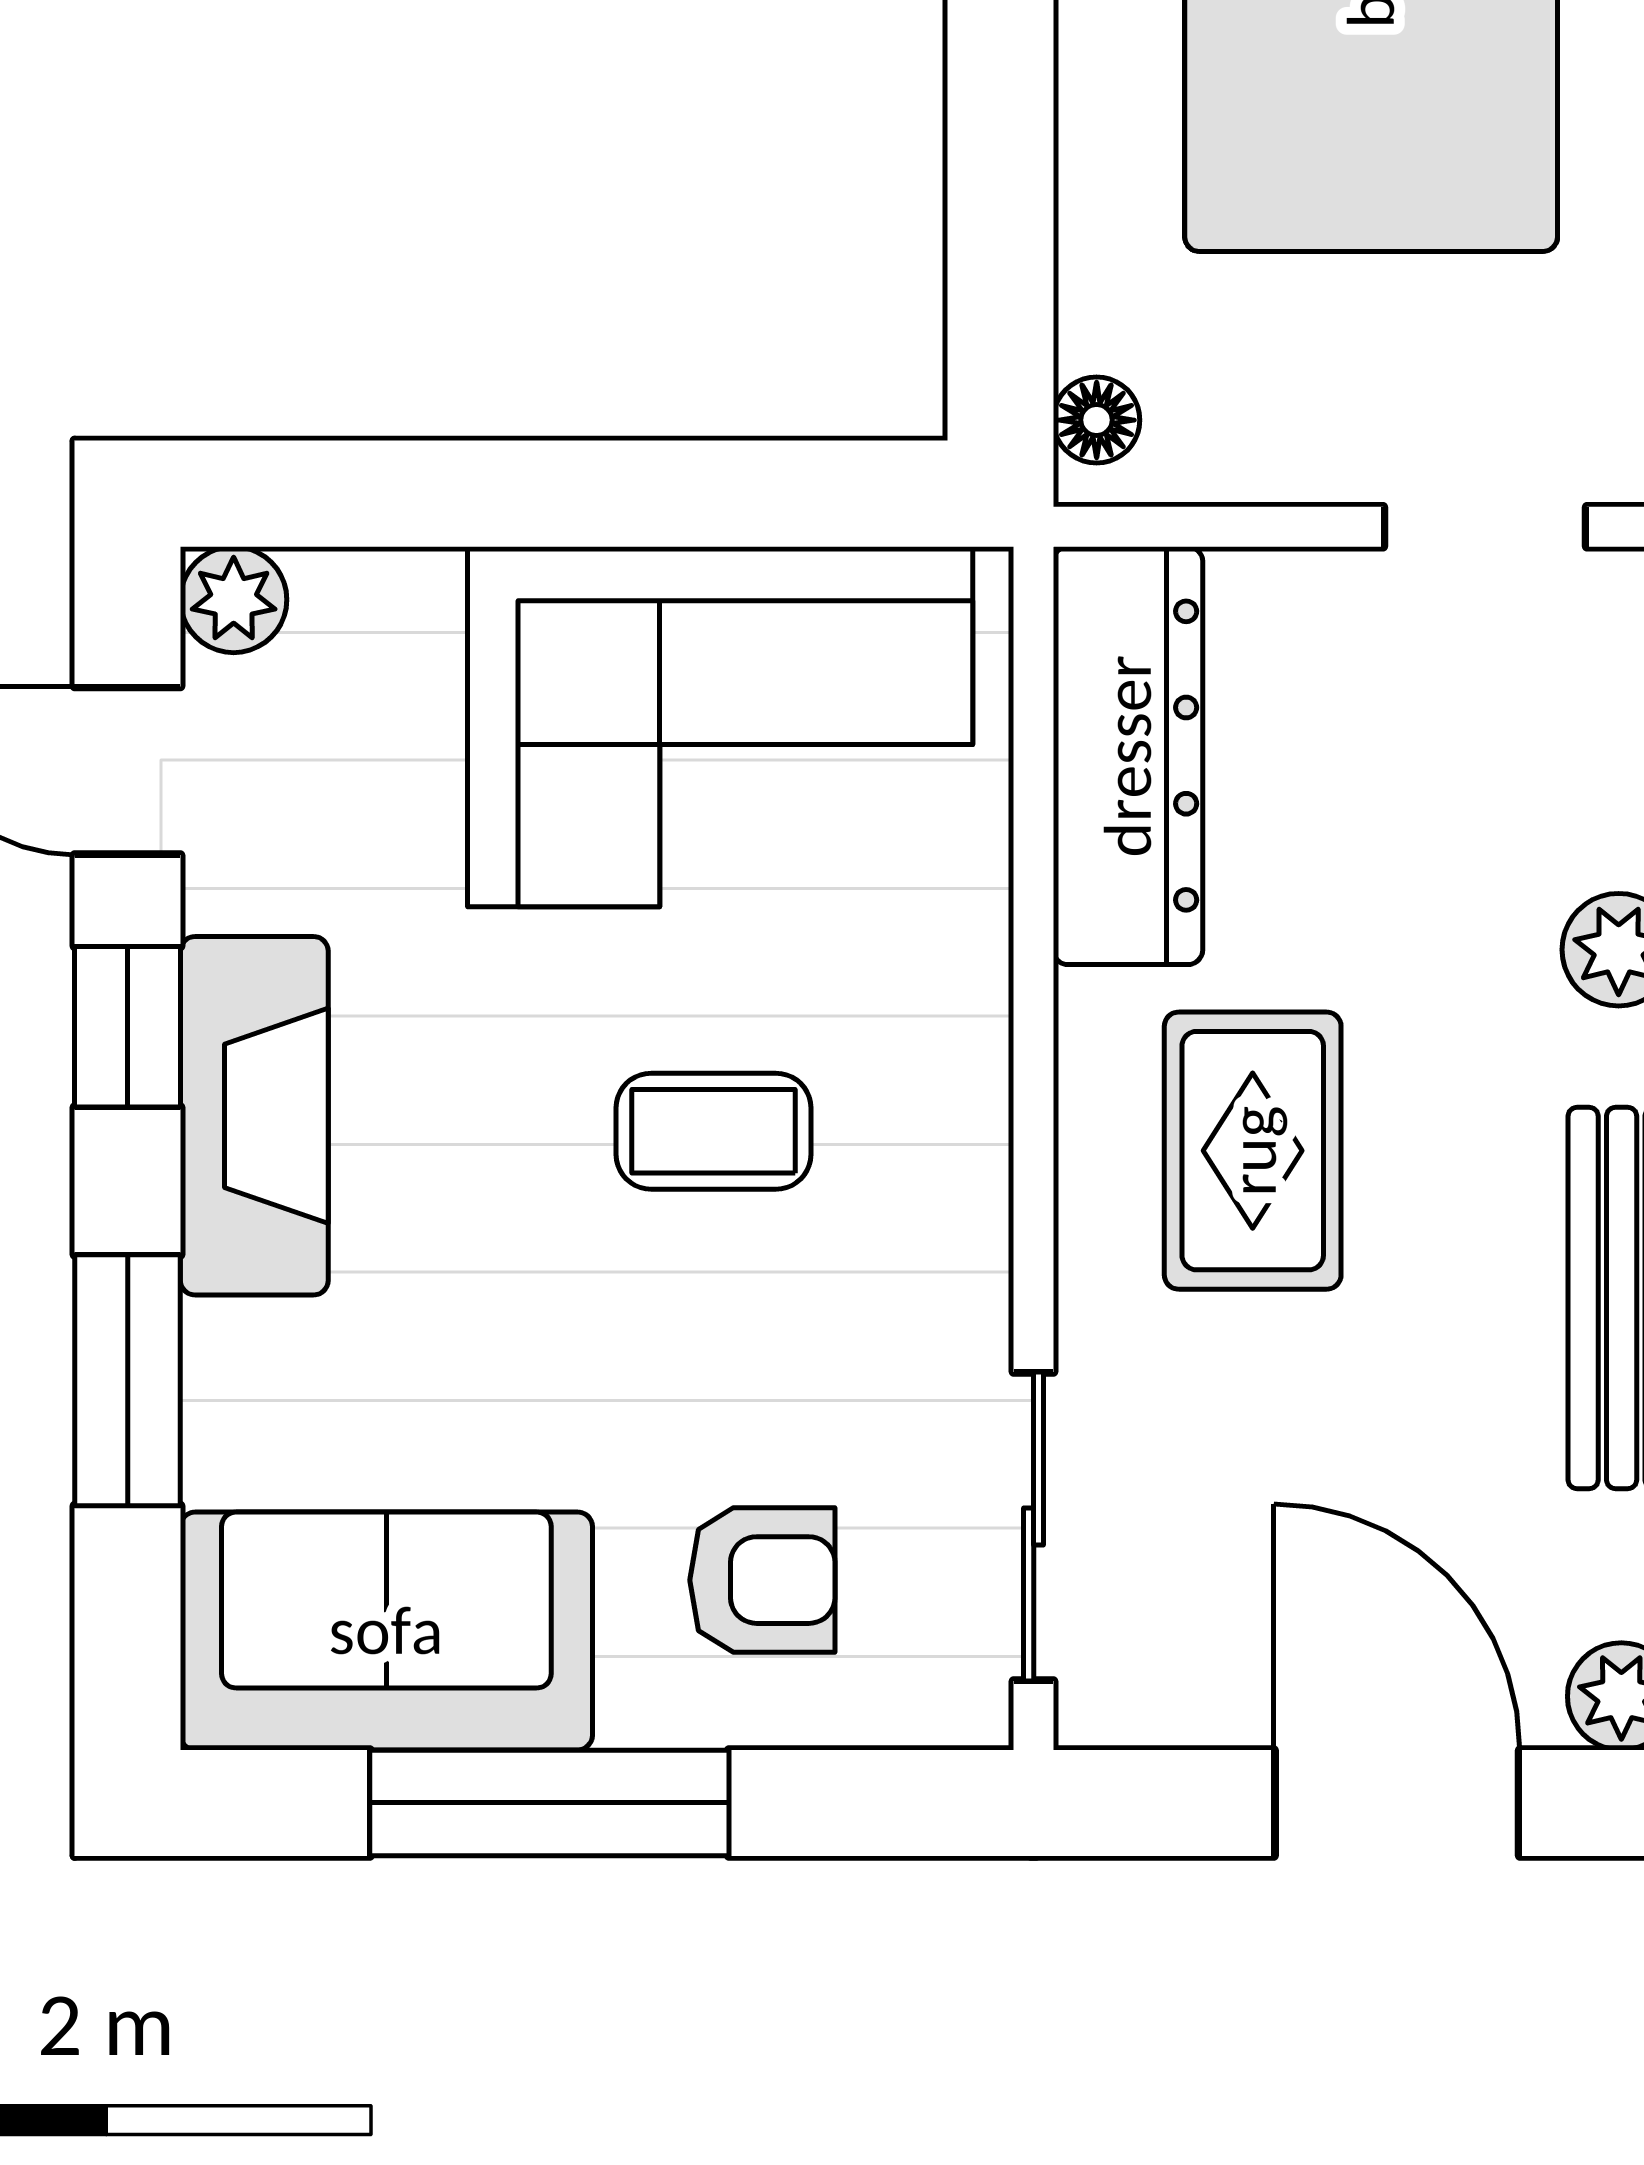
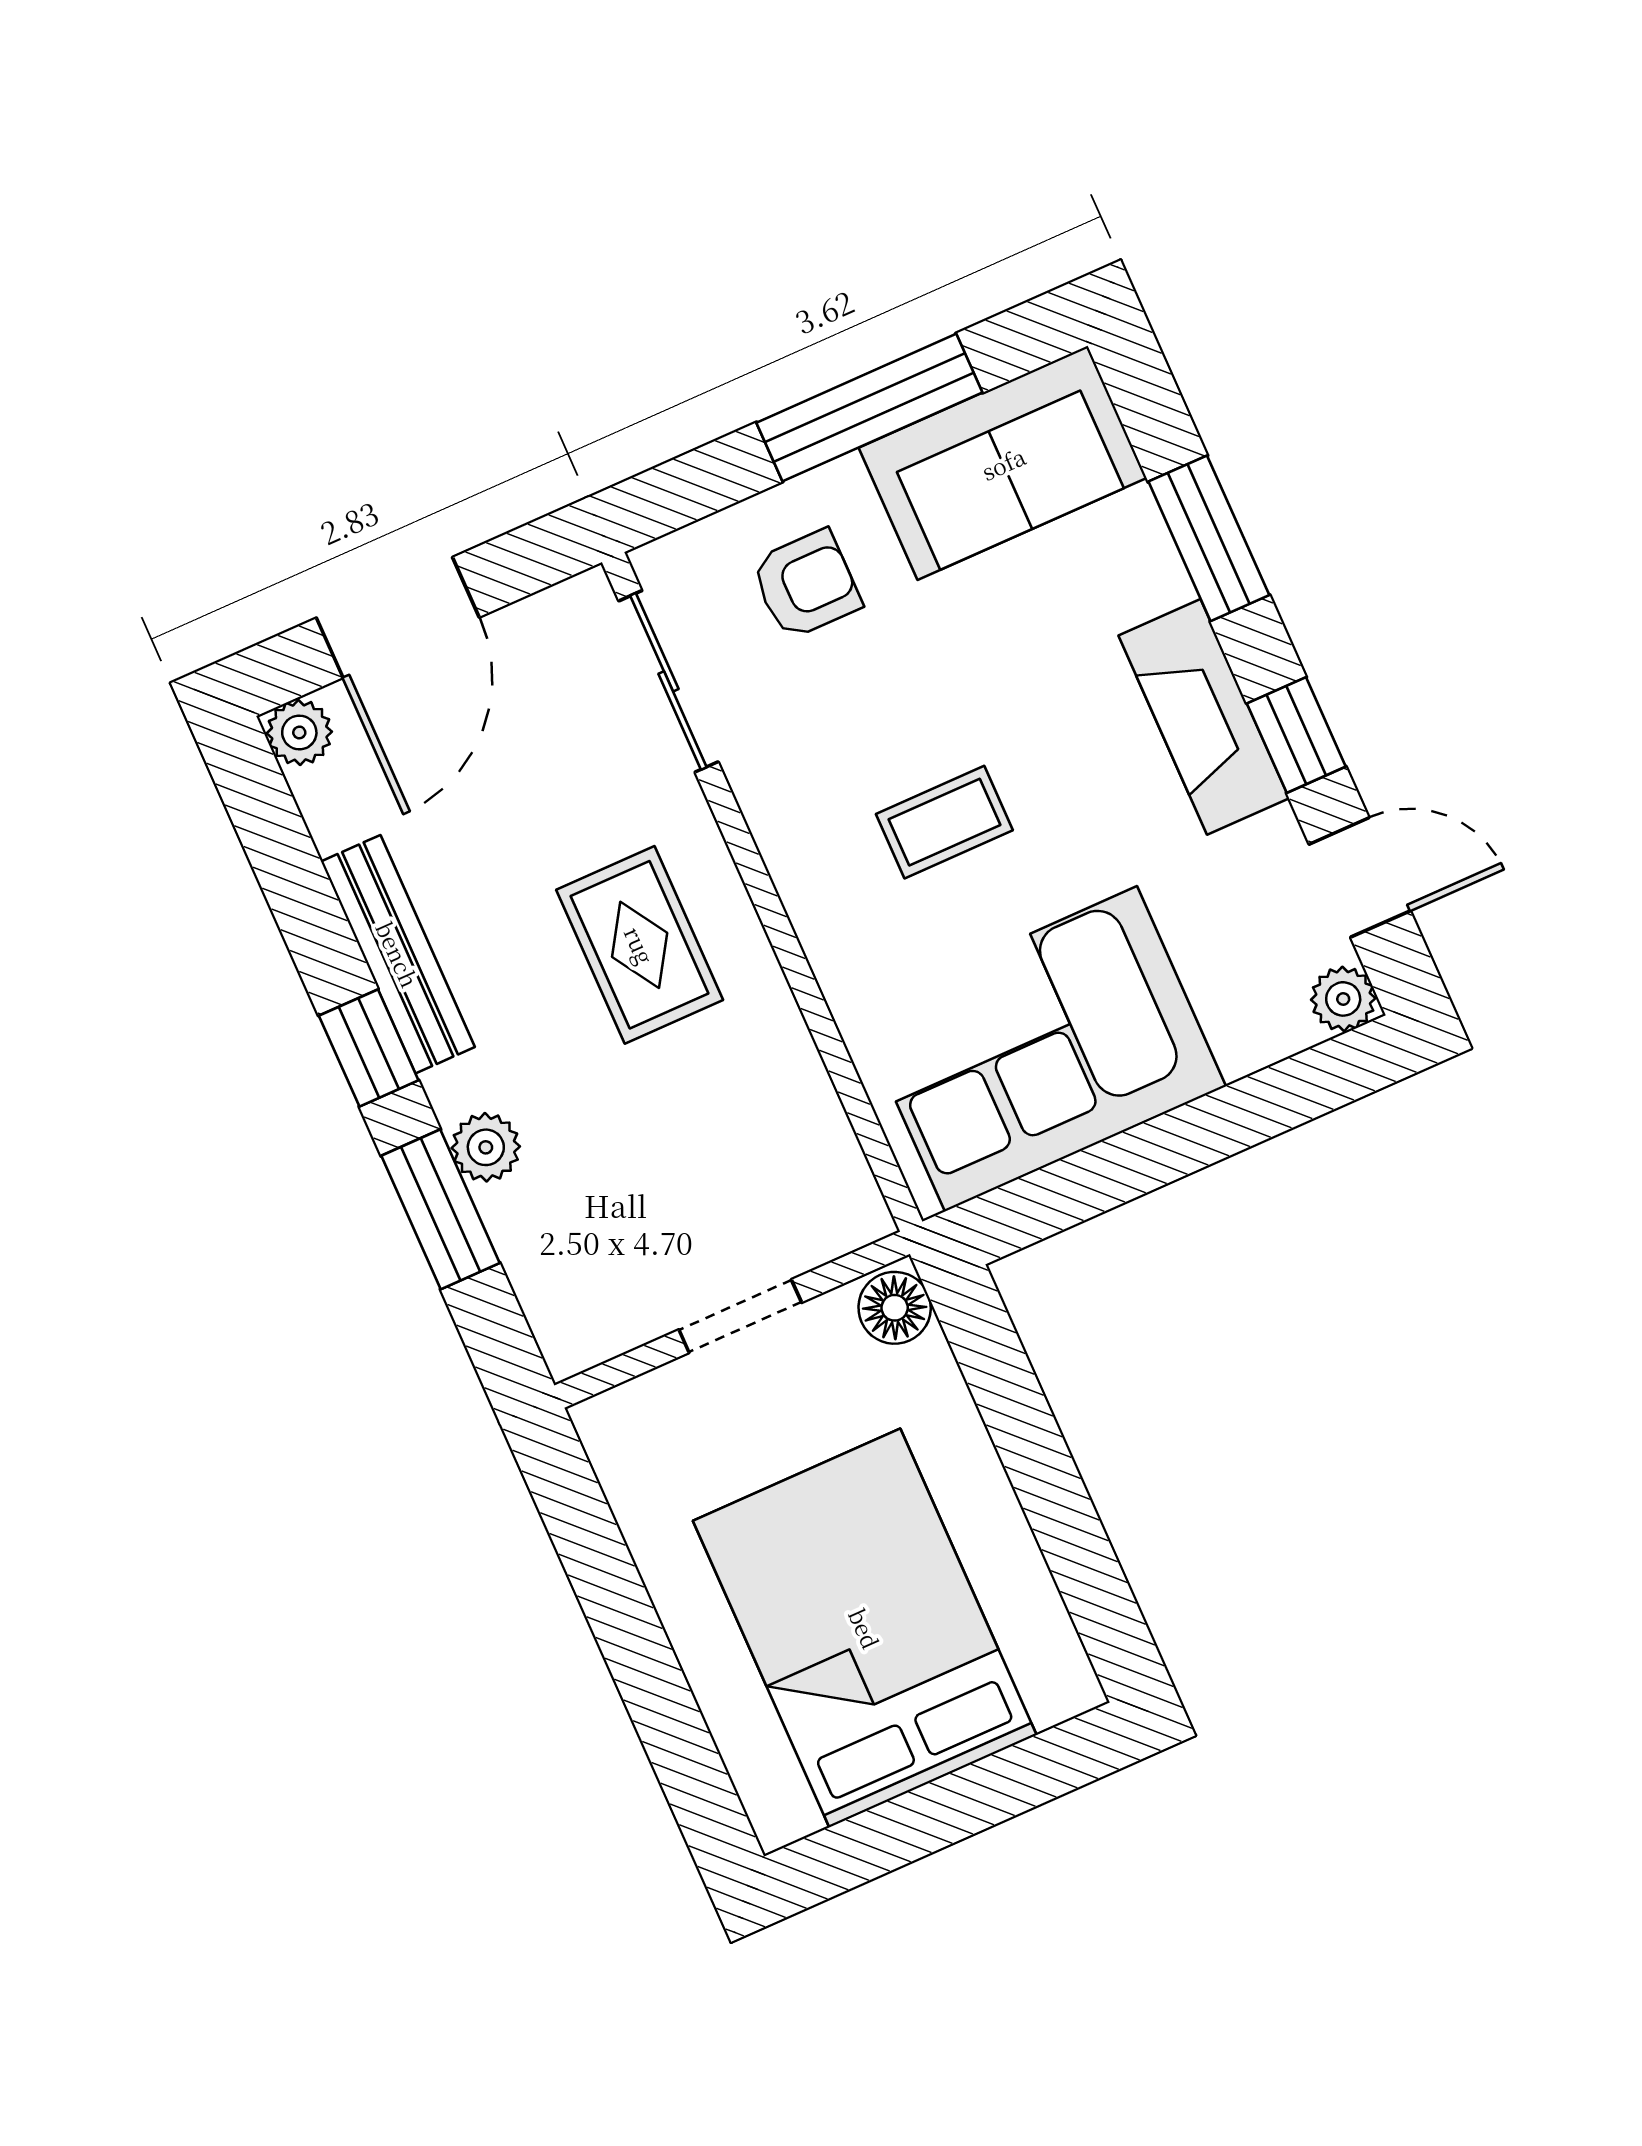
floor lamp: (1097, 420) -> (895, 1308), width x1.37, depth x1.37
doorway: (1485, 527) -> (740, 1316), moved
dresser: (1128, 756) -> (807, 1134), removed
armchair: (762, 1580) -> (806, 584), turned 180
door: (1397, 1803) -> (398, 618), hinge flipped

